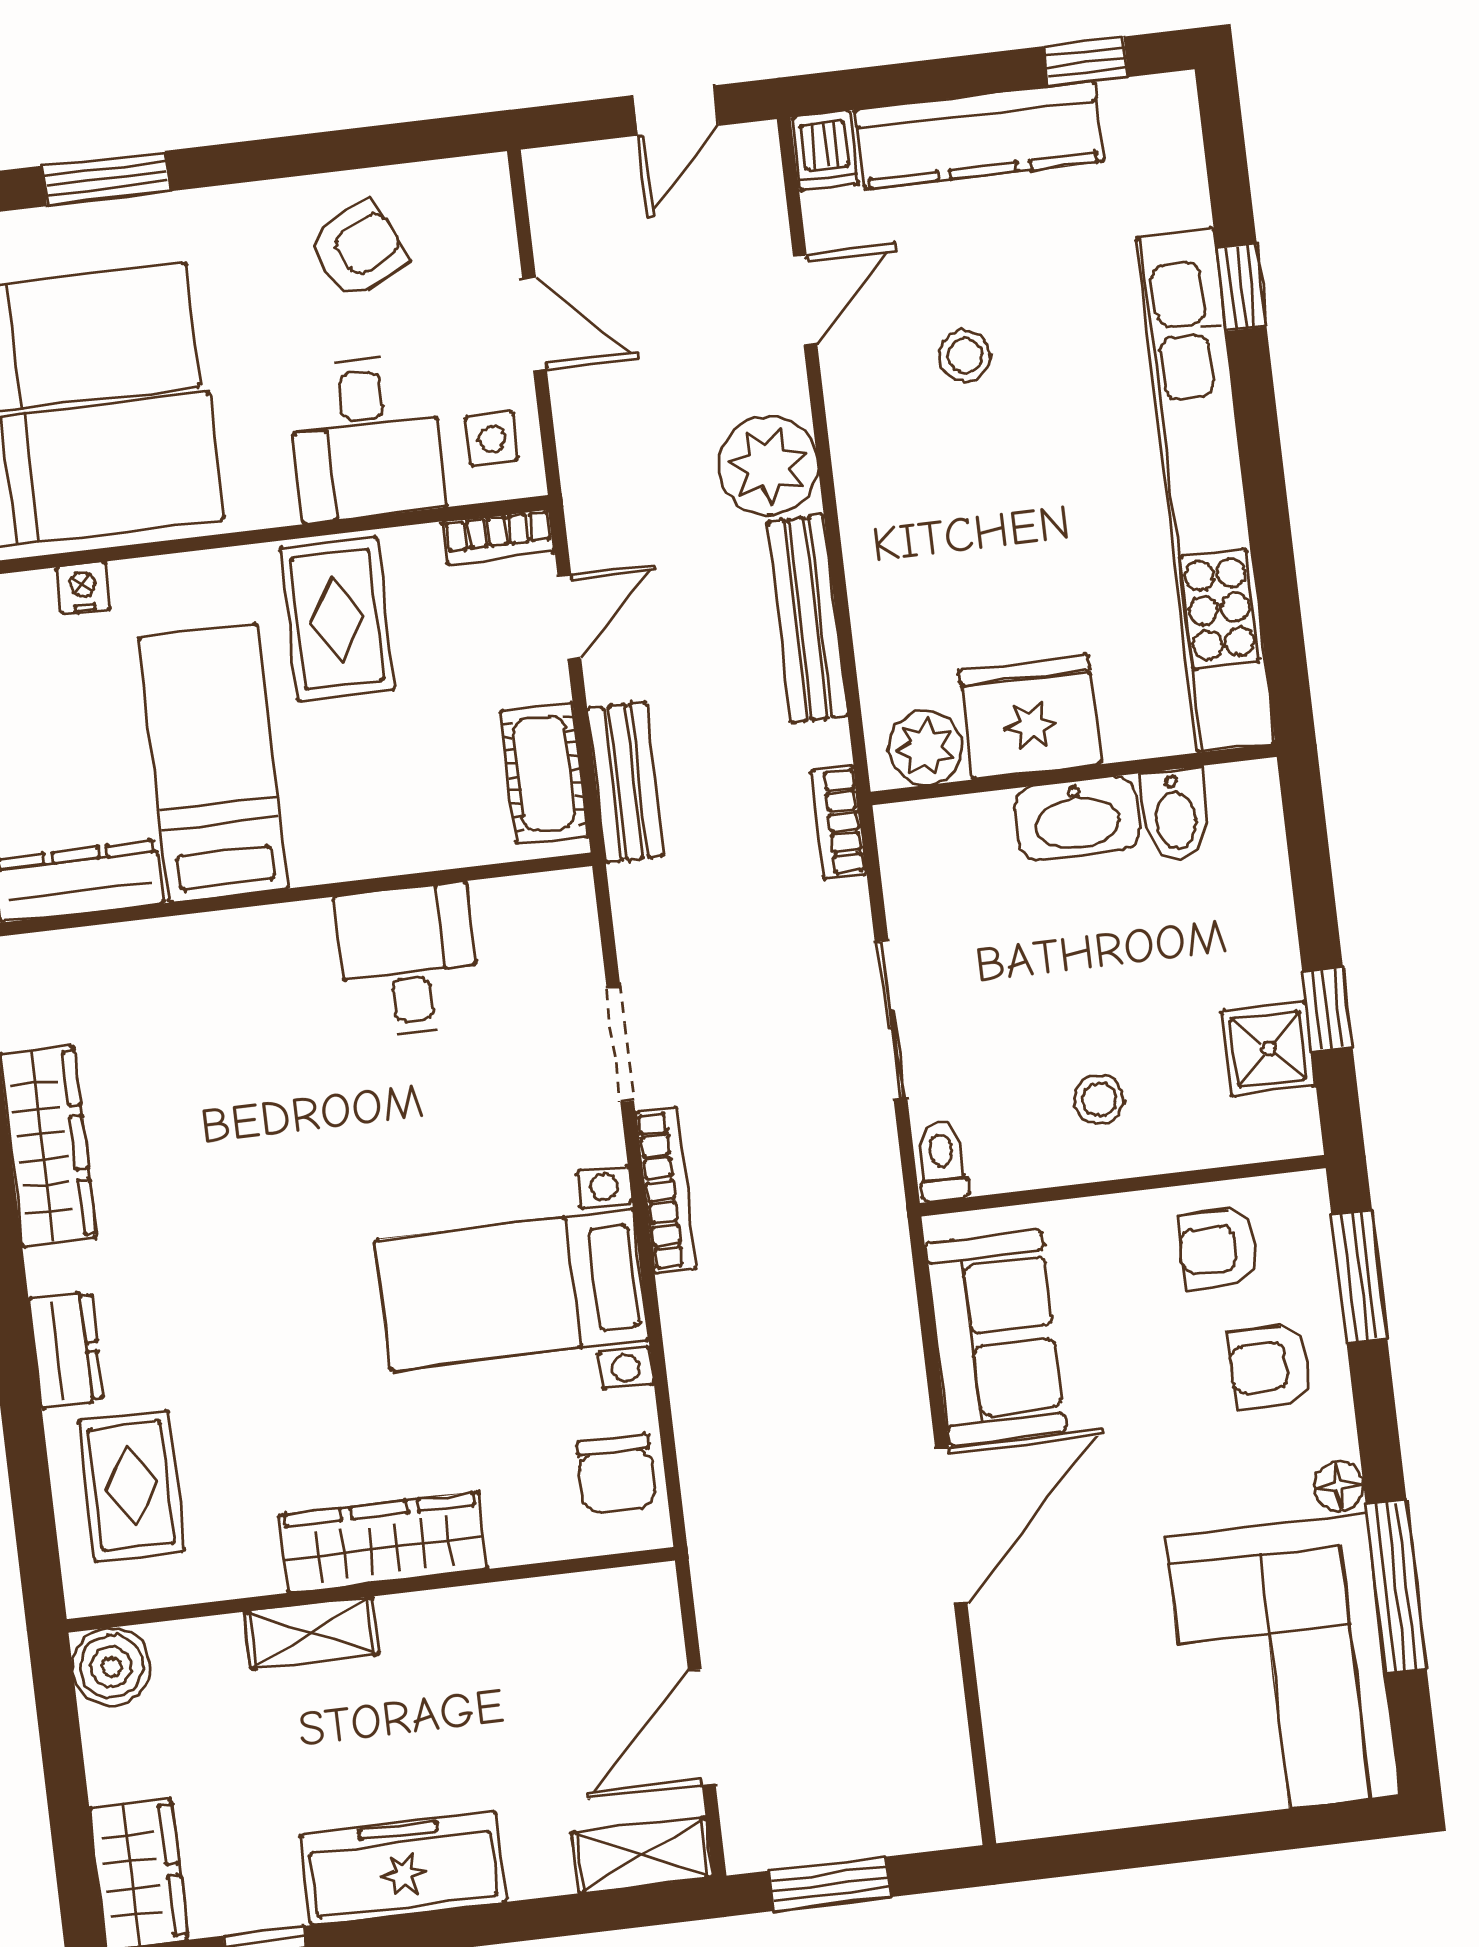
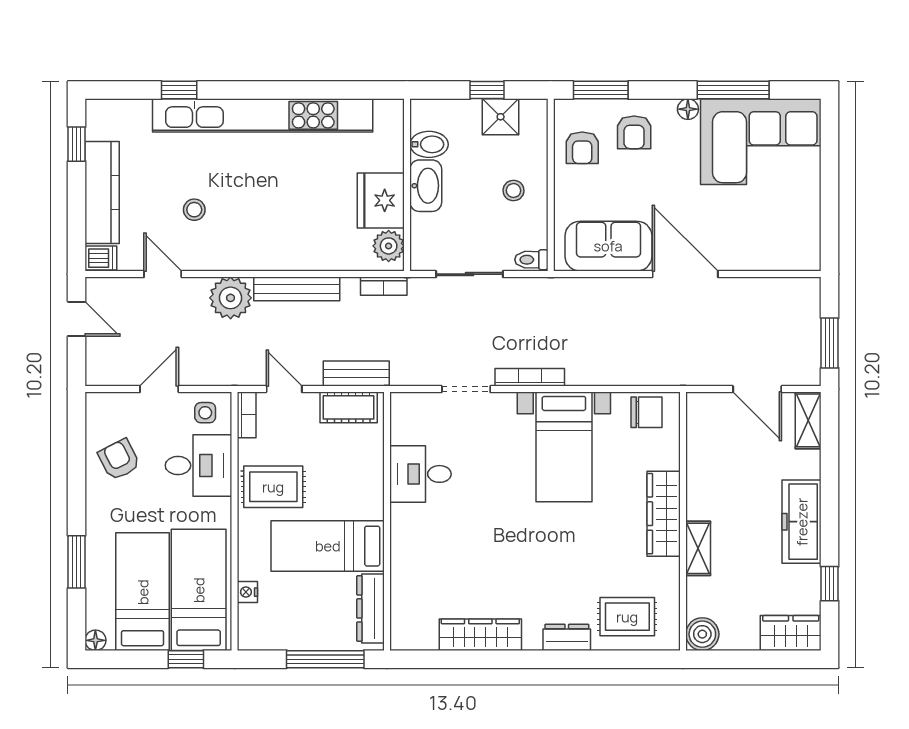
fridge: (1030, 717) -> (381, 200), moved
plant: (925, 748) -> (389, 246), moved
wall: (1074, 774) -> (407, 185), moved
bidet: (1175, 814) -> (429, 144), moved
washbasin: (1077, 818) -> (426, 186), moved

